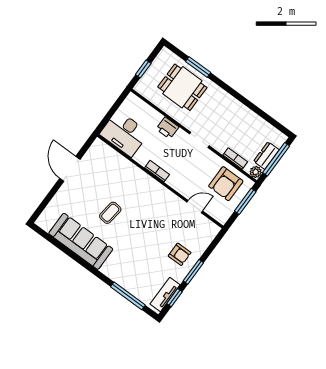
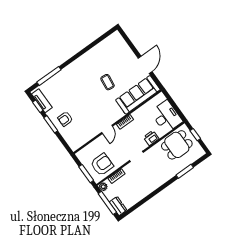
dining table: (182, 87) -> (177, 145), moved
desk: (124, 133) -> (166, 117), moved, turned 90
dresser: (266, 156) -> (118, 206), moved
door: (70, 169) -> (145, 65), hinge flipped
armchair: (226, 184) -> (102, 164), turned 90
door: (195, 207) -> (107, 129), moved
sofa: (81, 241) -> (138, 95), moved, turned 180

